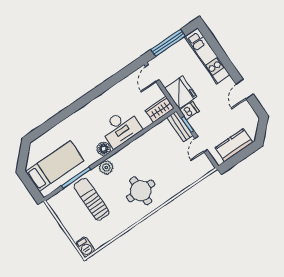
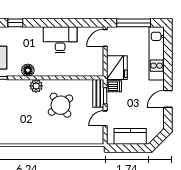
wardrobe: (160, 109) -> (92, 69), removed
window: (64, 114) -> (15, 23), added
desk: (121, 128) -> (60, 40), moved, turned 180
plant: (106, 167) -> (36, 86), moved
round table: (141, 191) -> (60, 105), moved, turned -38

